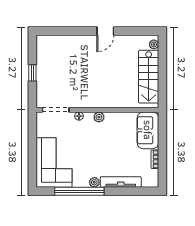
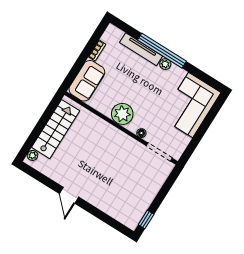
door: (105, 31) -> (69, 195), swing flipped
window: (32, 73) -> (146, 220), moved
plant: (99, 117) -> (122, 114), width x1.88, depth x1.88
window: (79, 191) -> (162, 51), moved

